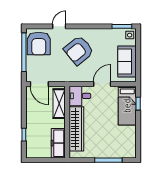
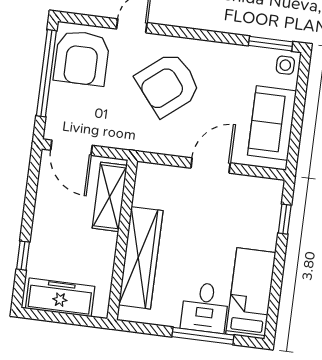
desk: (80, 96) -> (205, 307), moved, turned -90
bed: (127, 106) -> (251, 293), moved, turned 180
freezer: (58, 143) -> (60, 297), moved, turned 90

